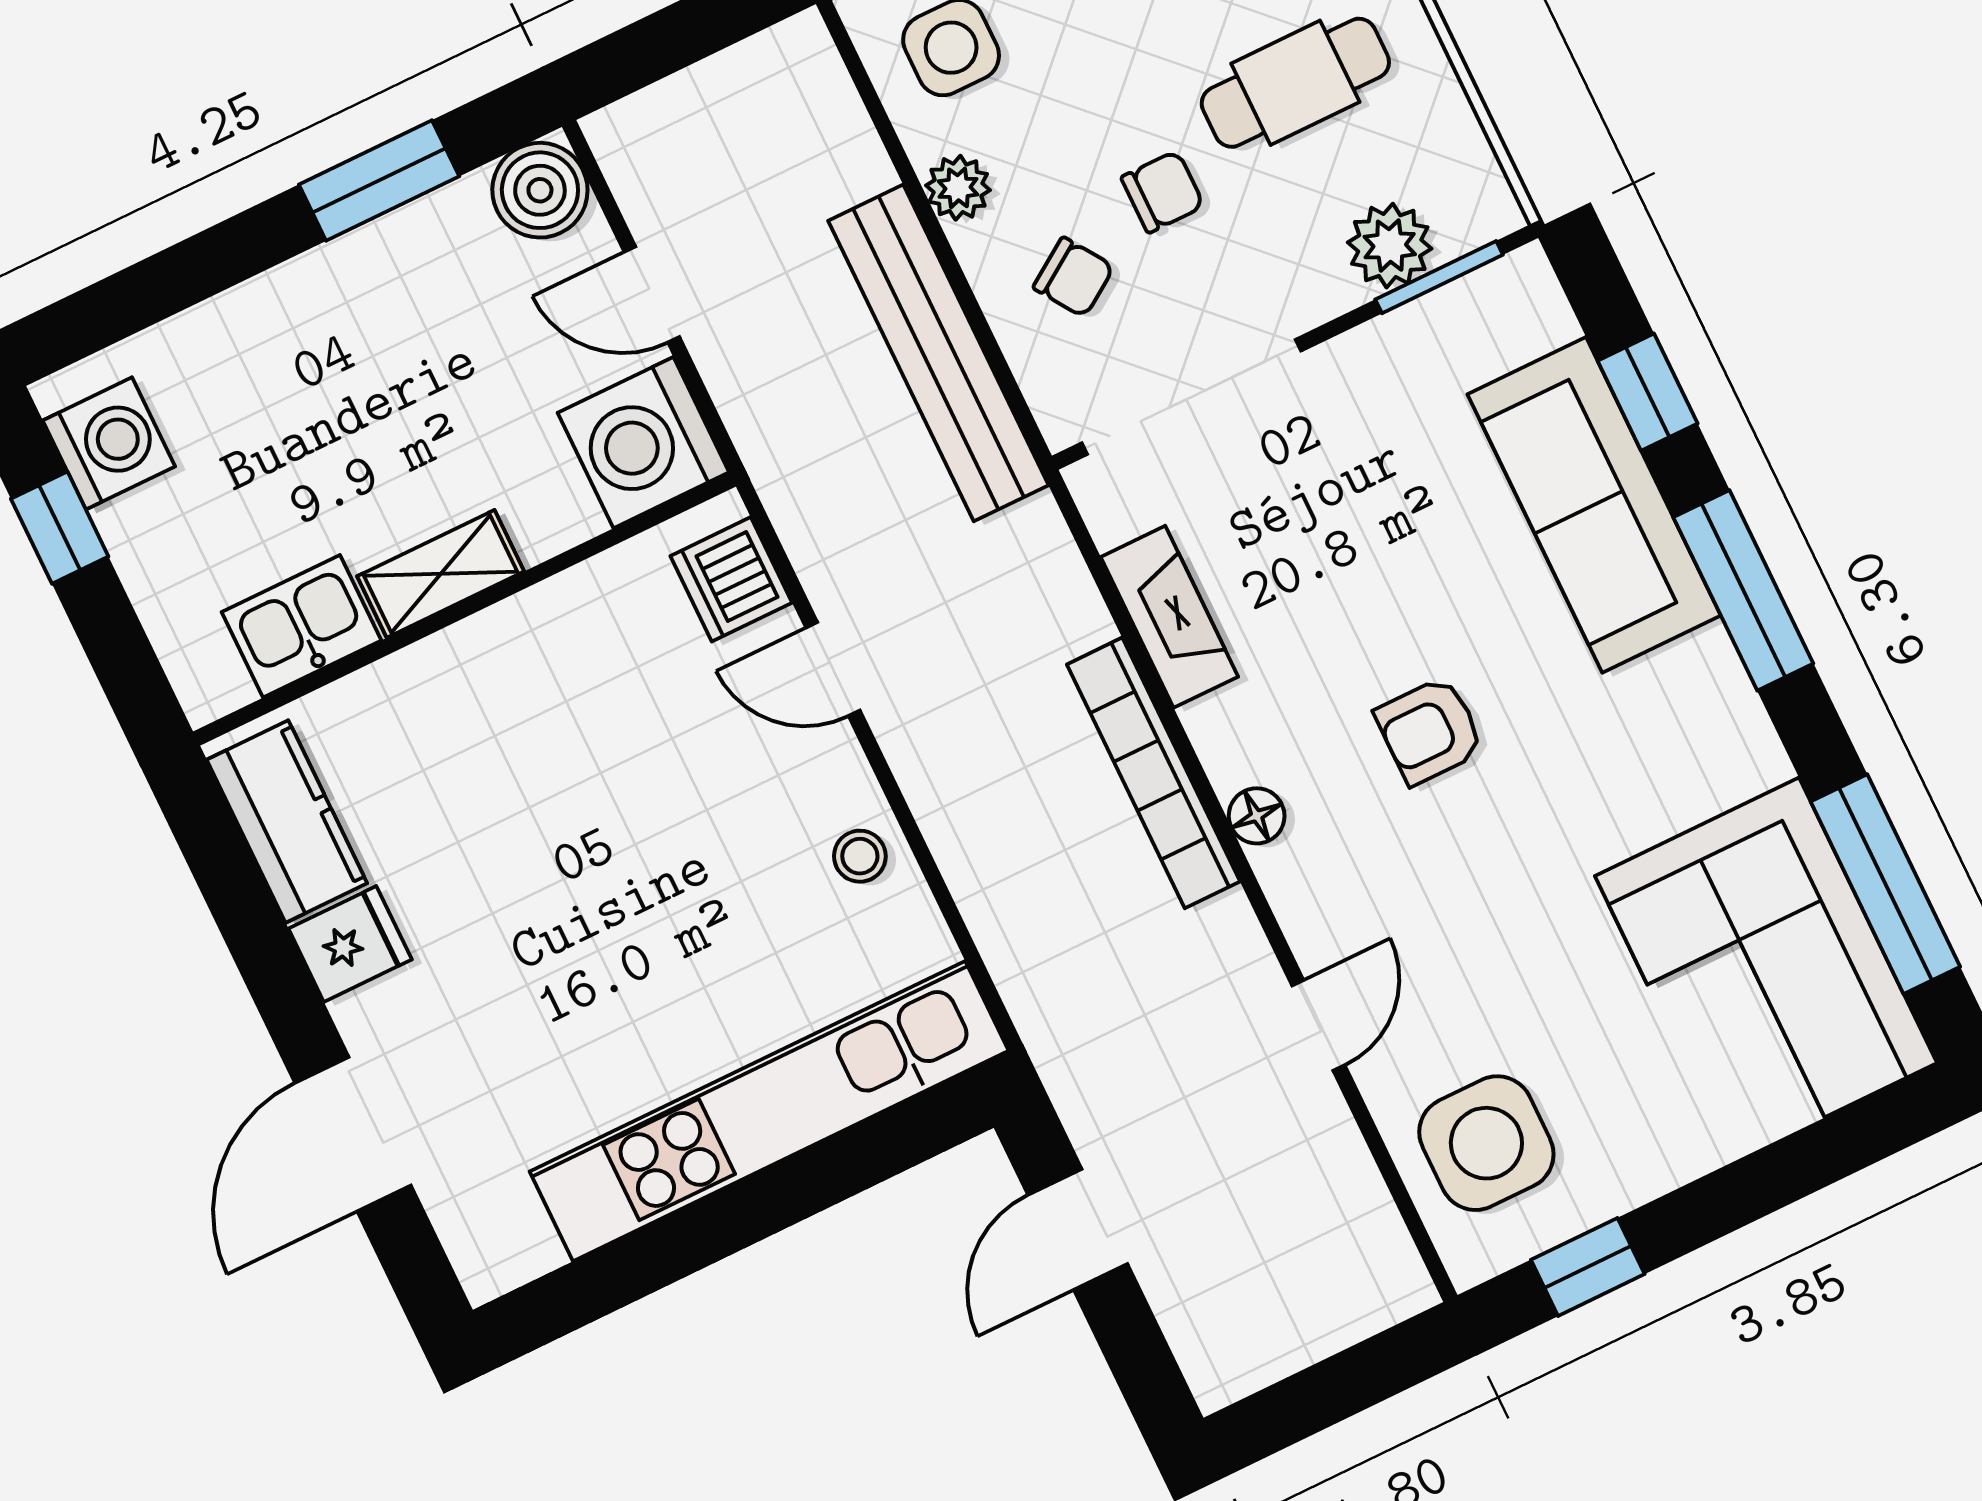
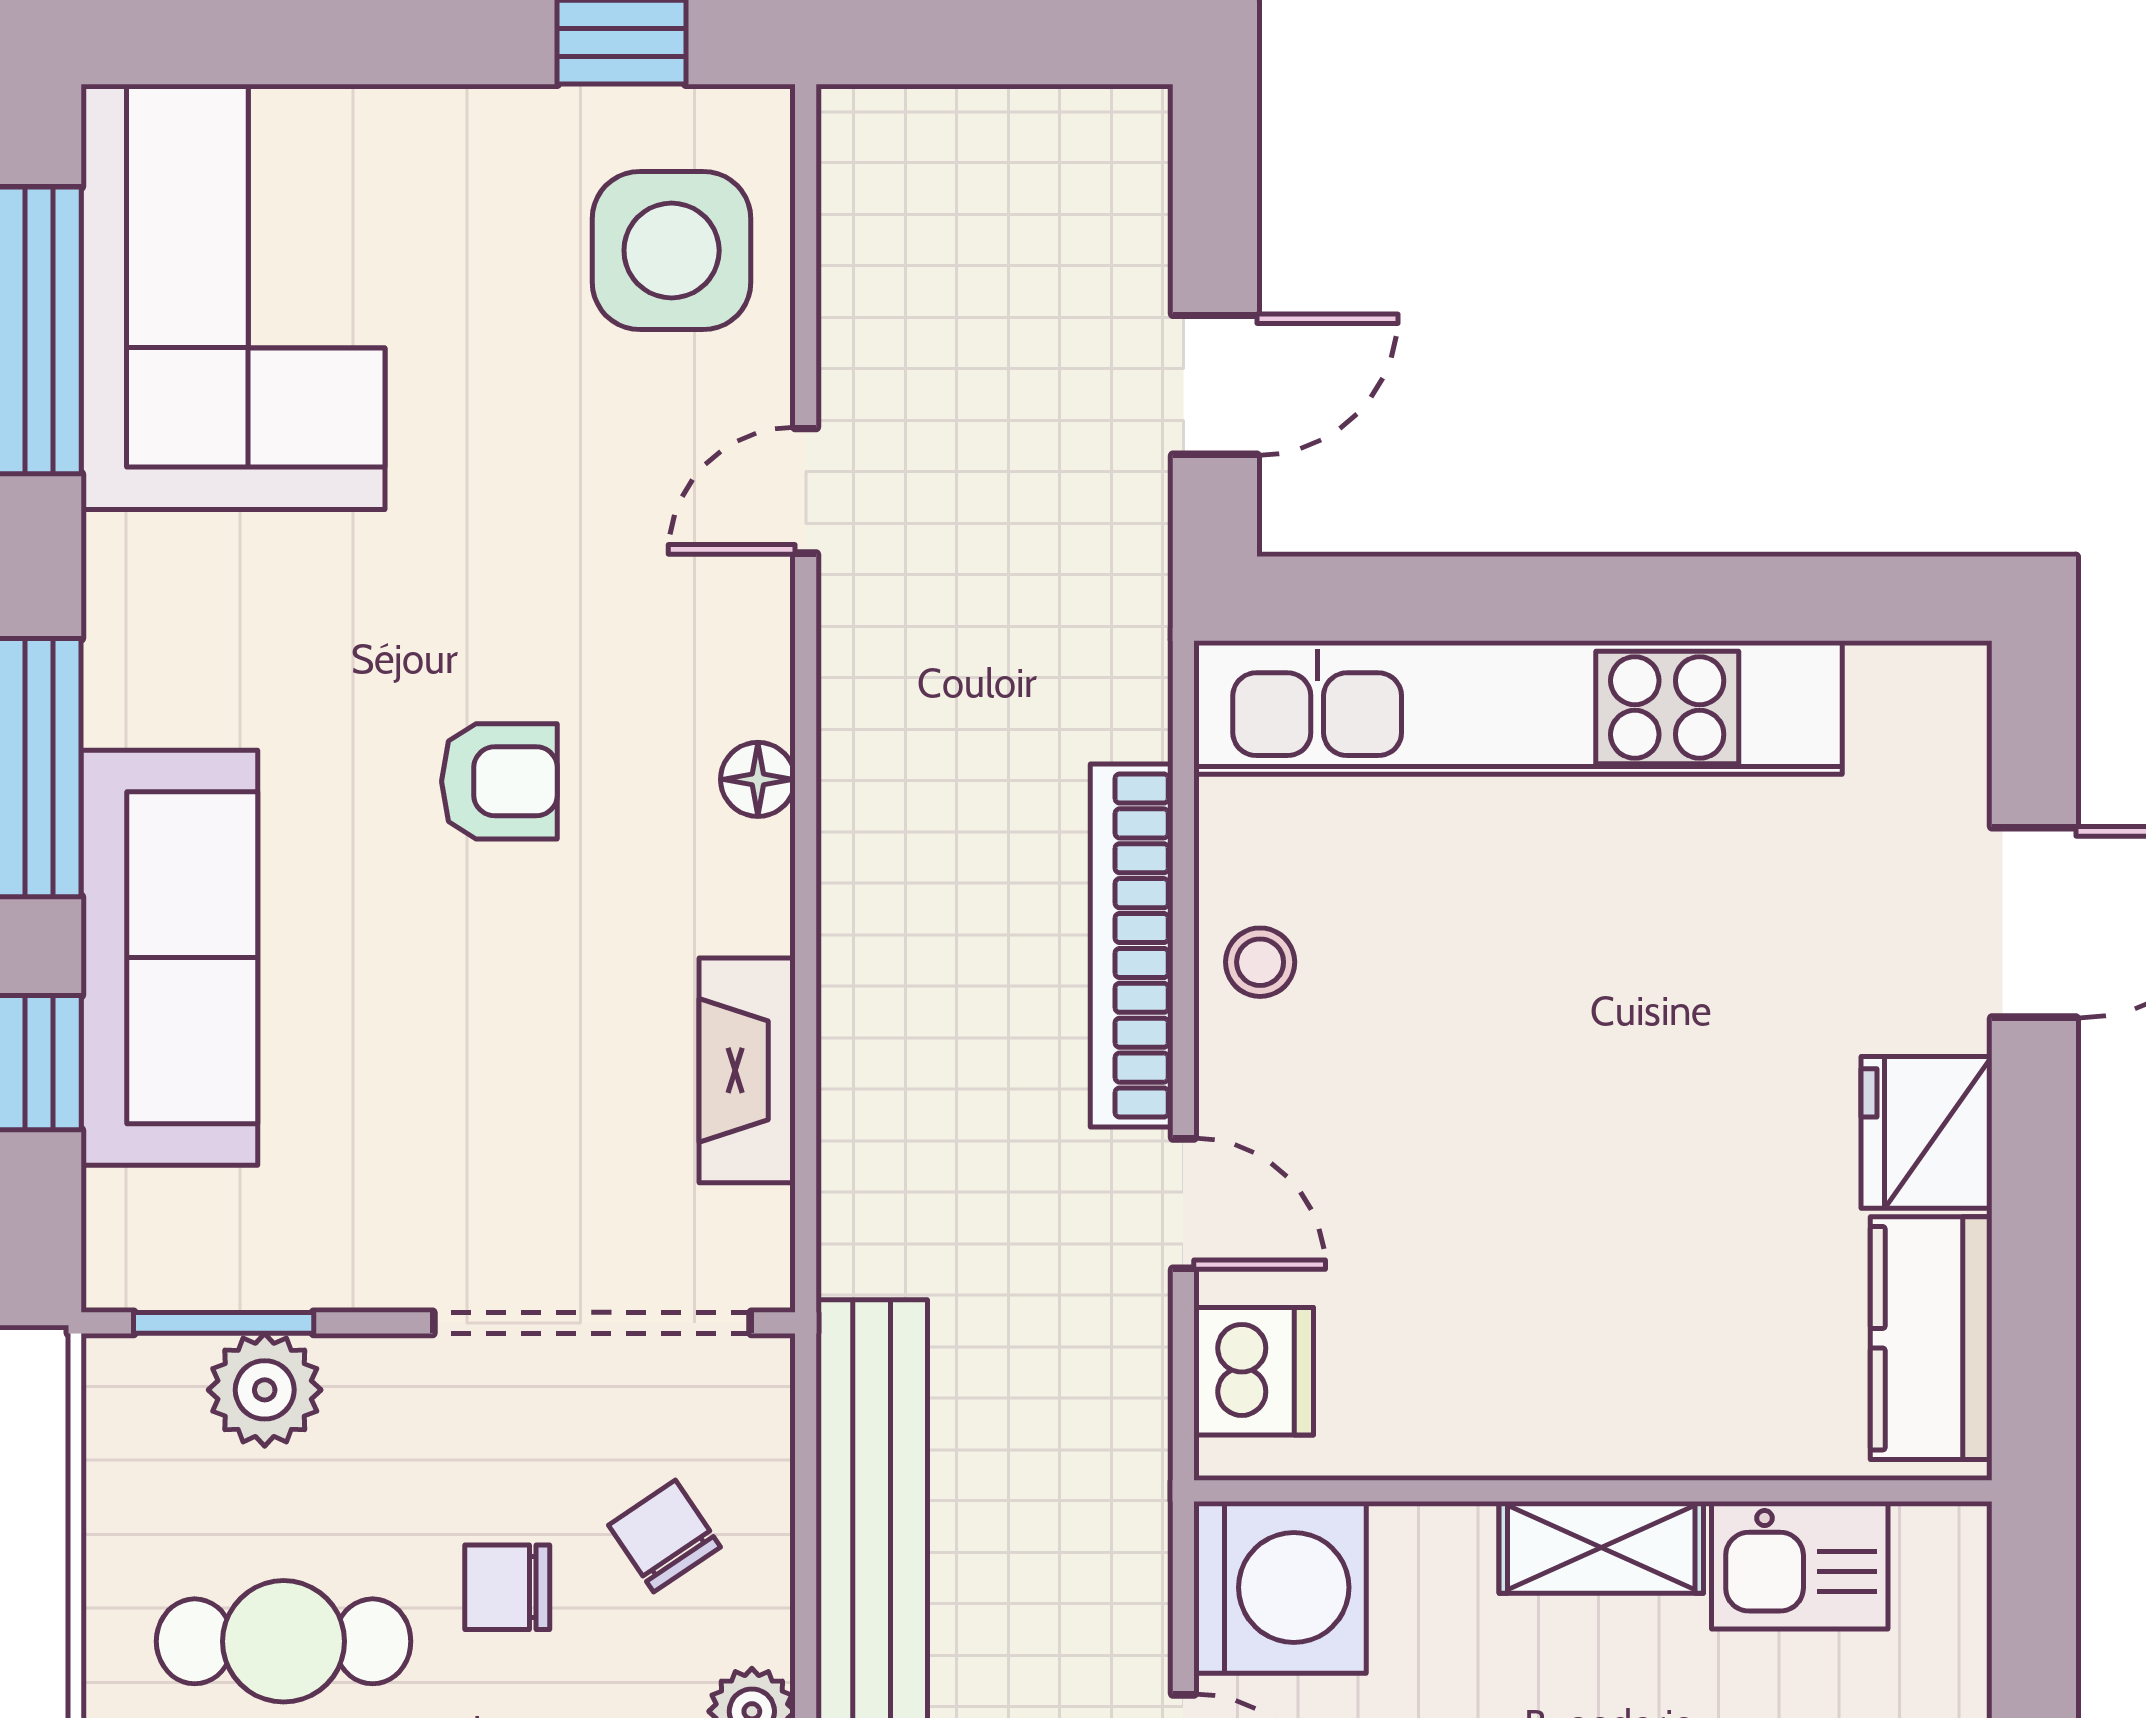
bookcase: (1153, 773) -> (1132, 945), moved, turned 180
fridge: (350, 944) -> (1927, 1132), width x1.38

